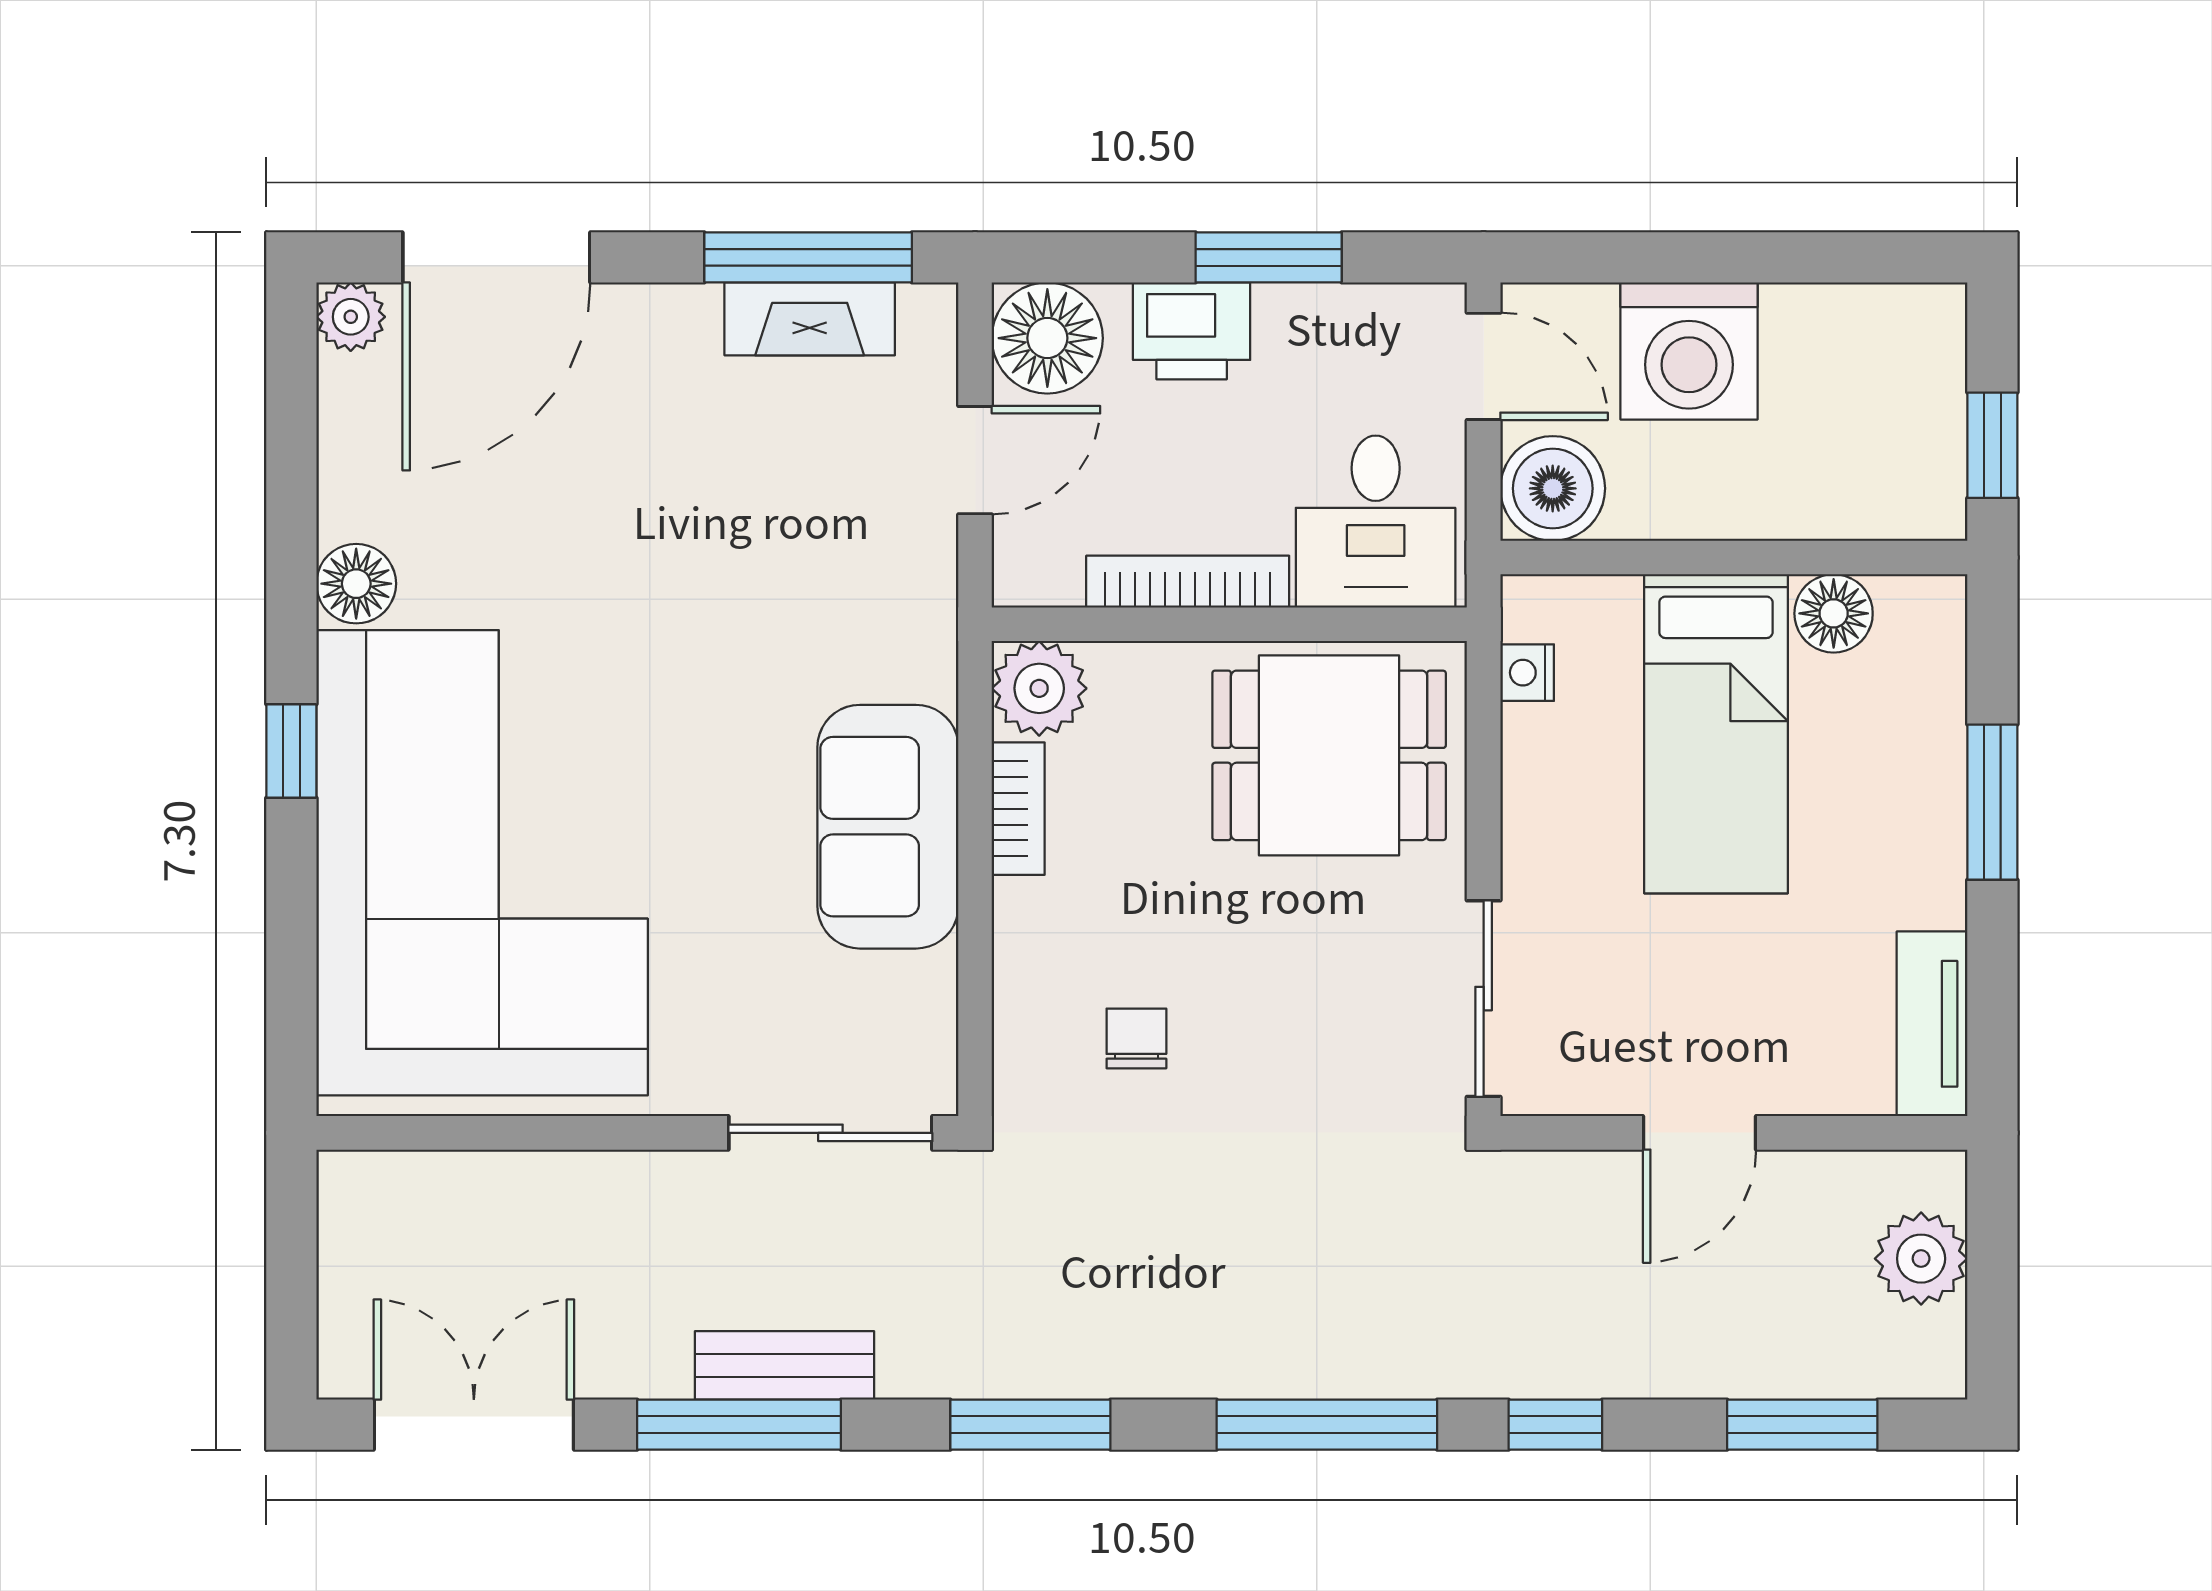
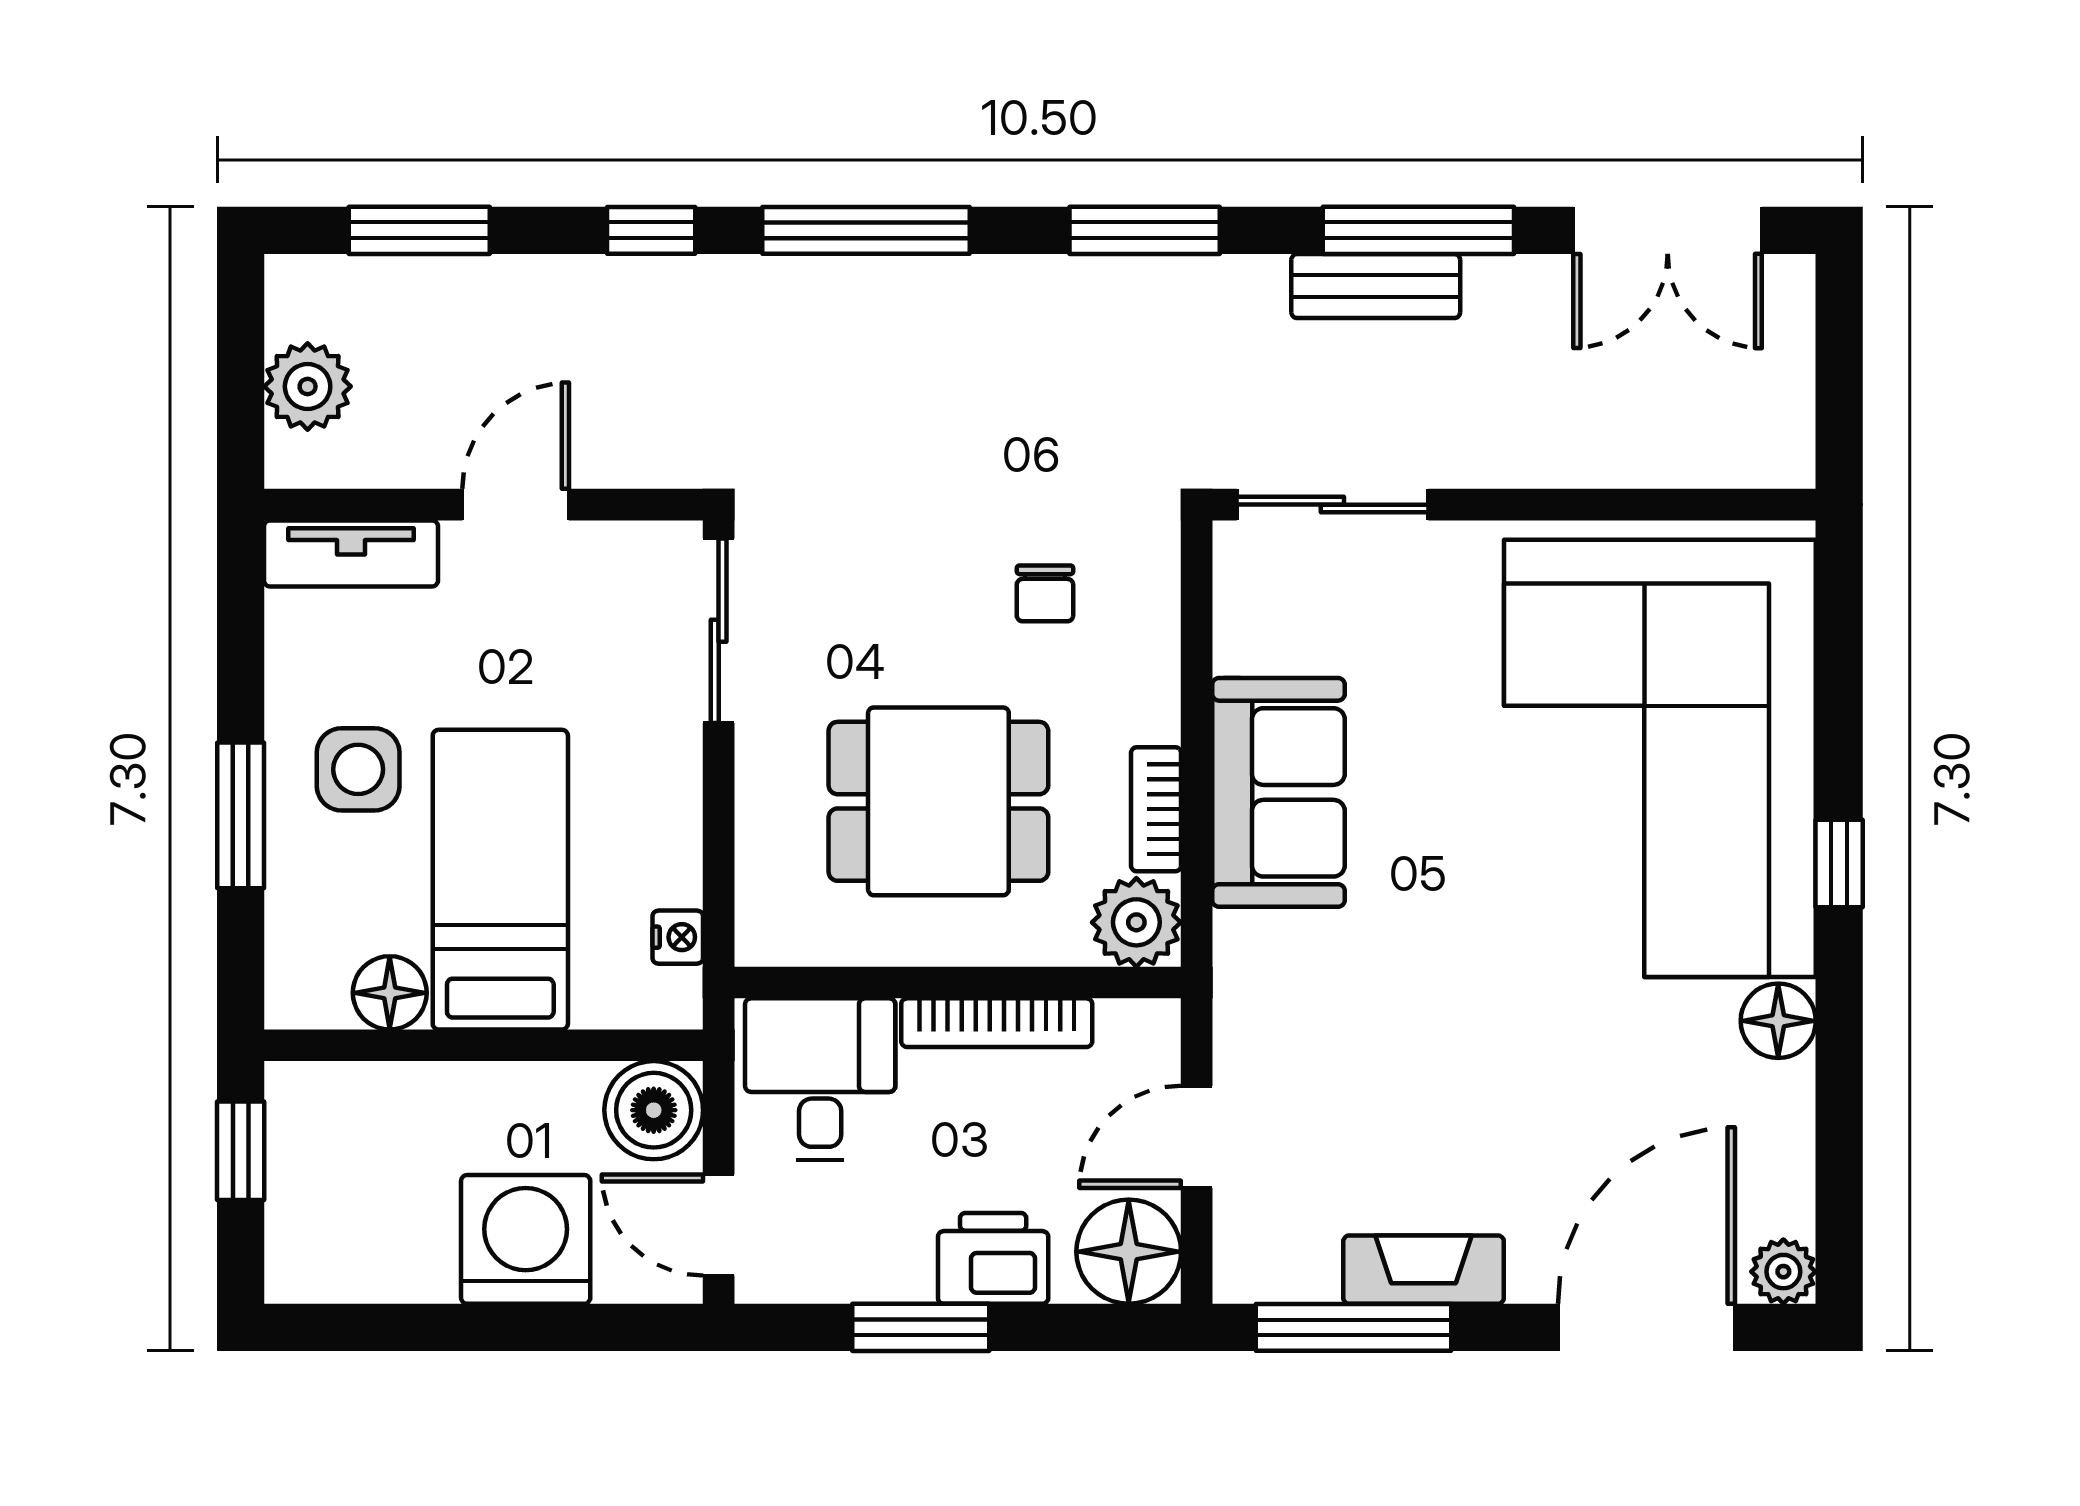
fireplace: (810, 319) -> (1424, 1270), moved
dining table: (1329, 755) -> (938, 801), moved
side table: (1867, 851) -> (358, 769), added
tv unit: (1932, 1024) -> (351, 553), moved, turned 90

